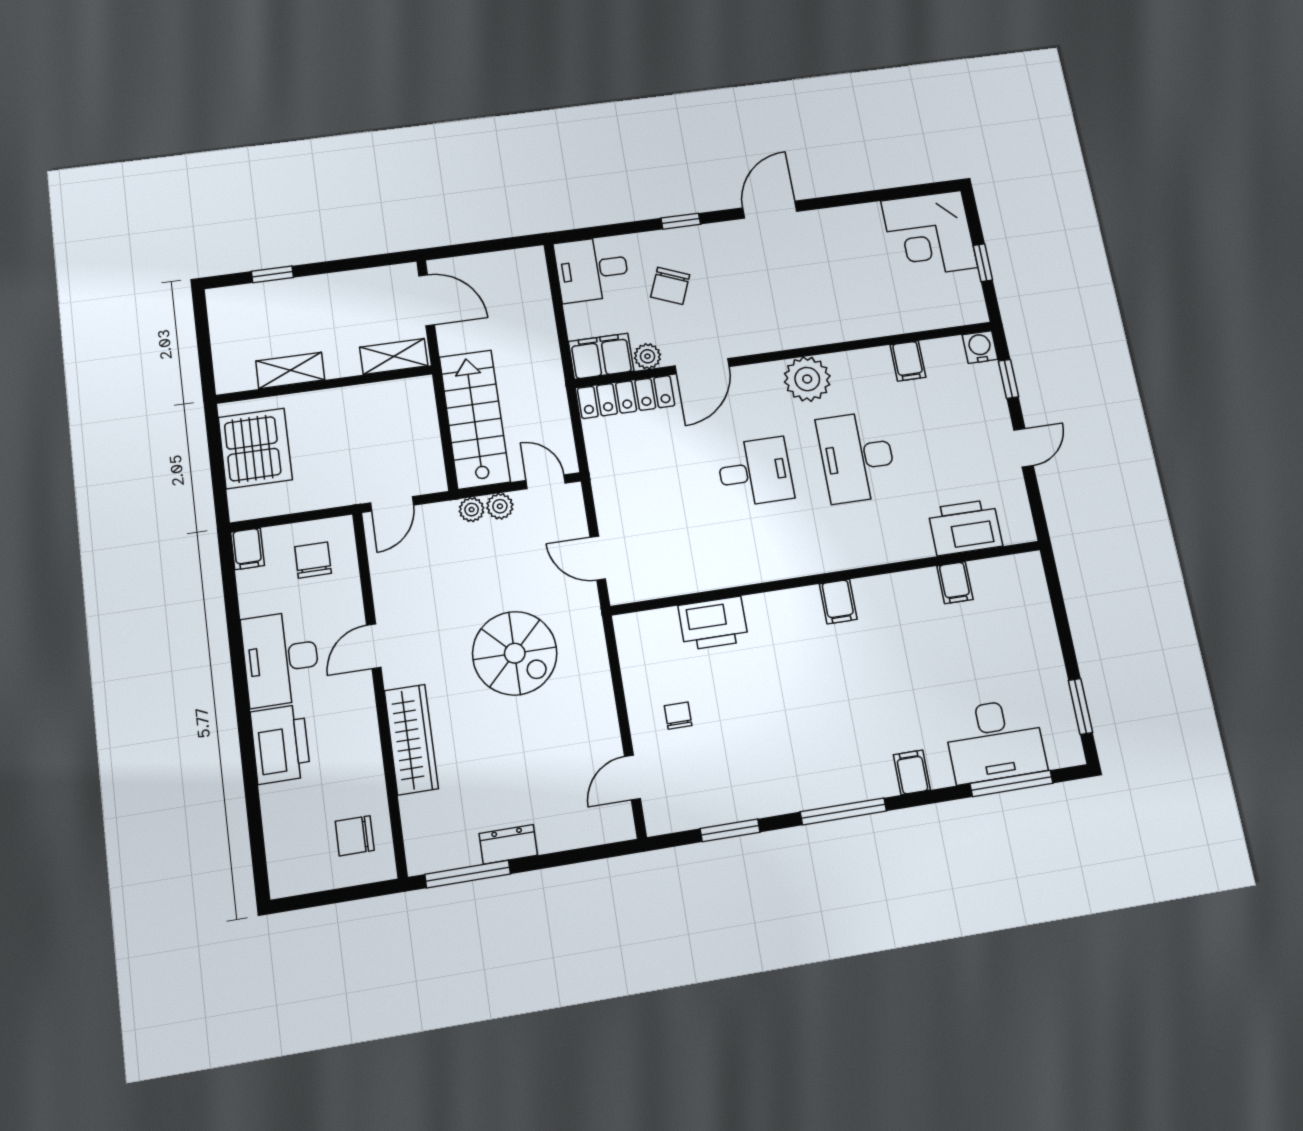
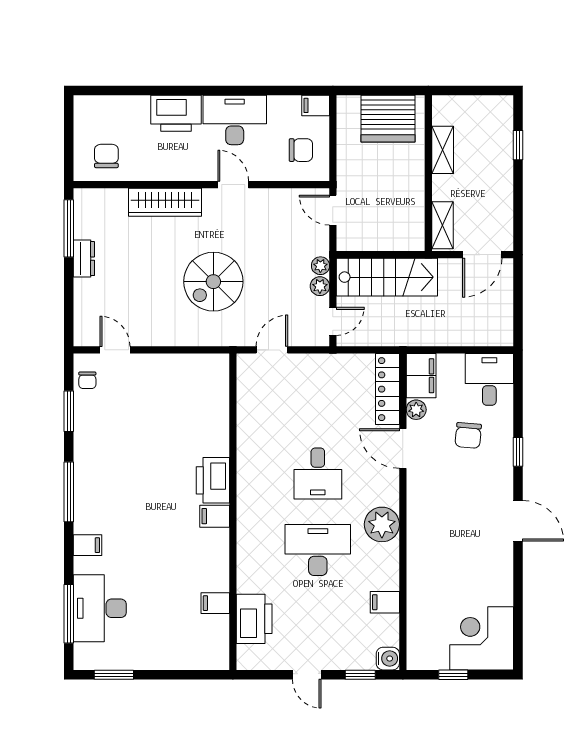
chair: (670, 286) -> (468, 435), turned -107
printer: (713, 623) -> (213, 480), moved
chair: (678, 716) -> (87, 380), moved, turned 90

